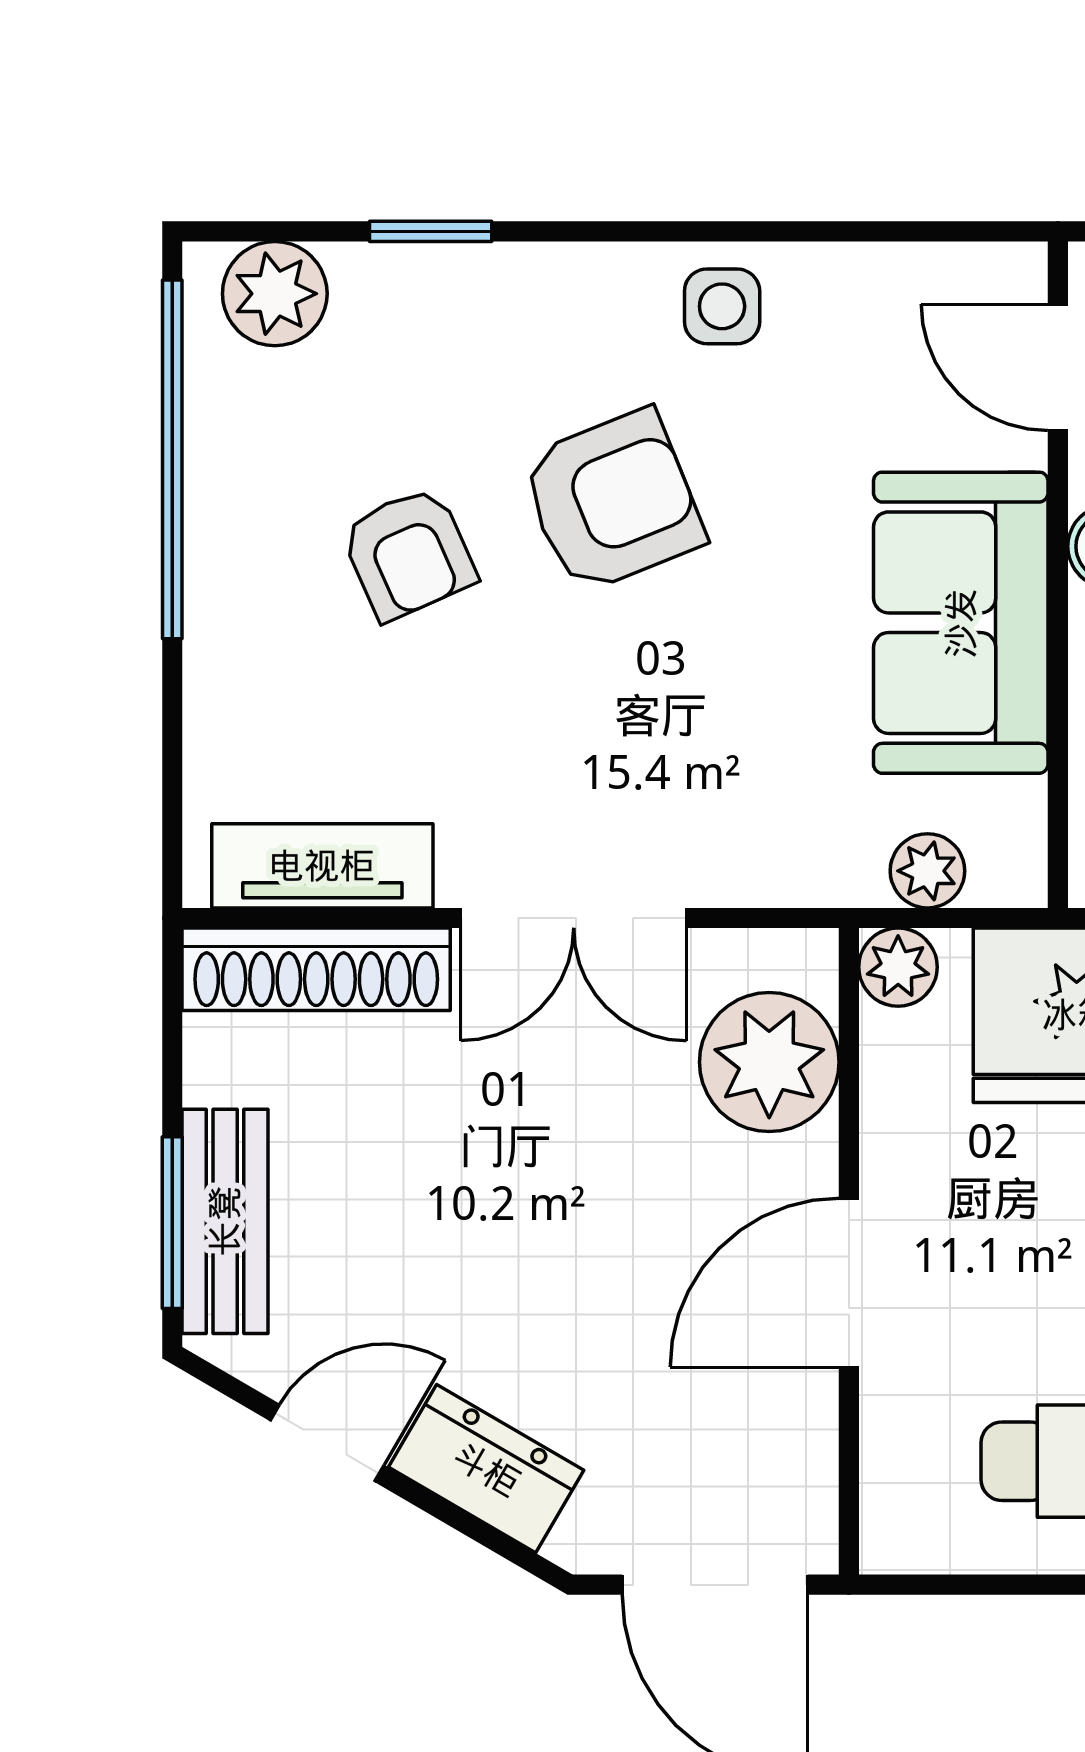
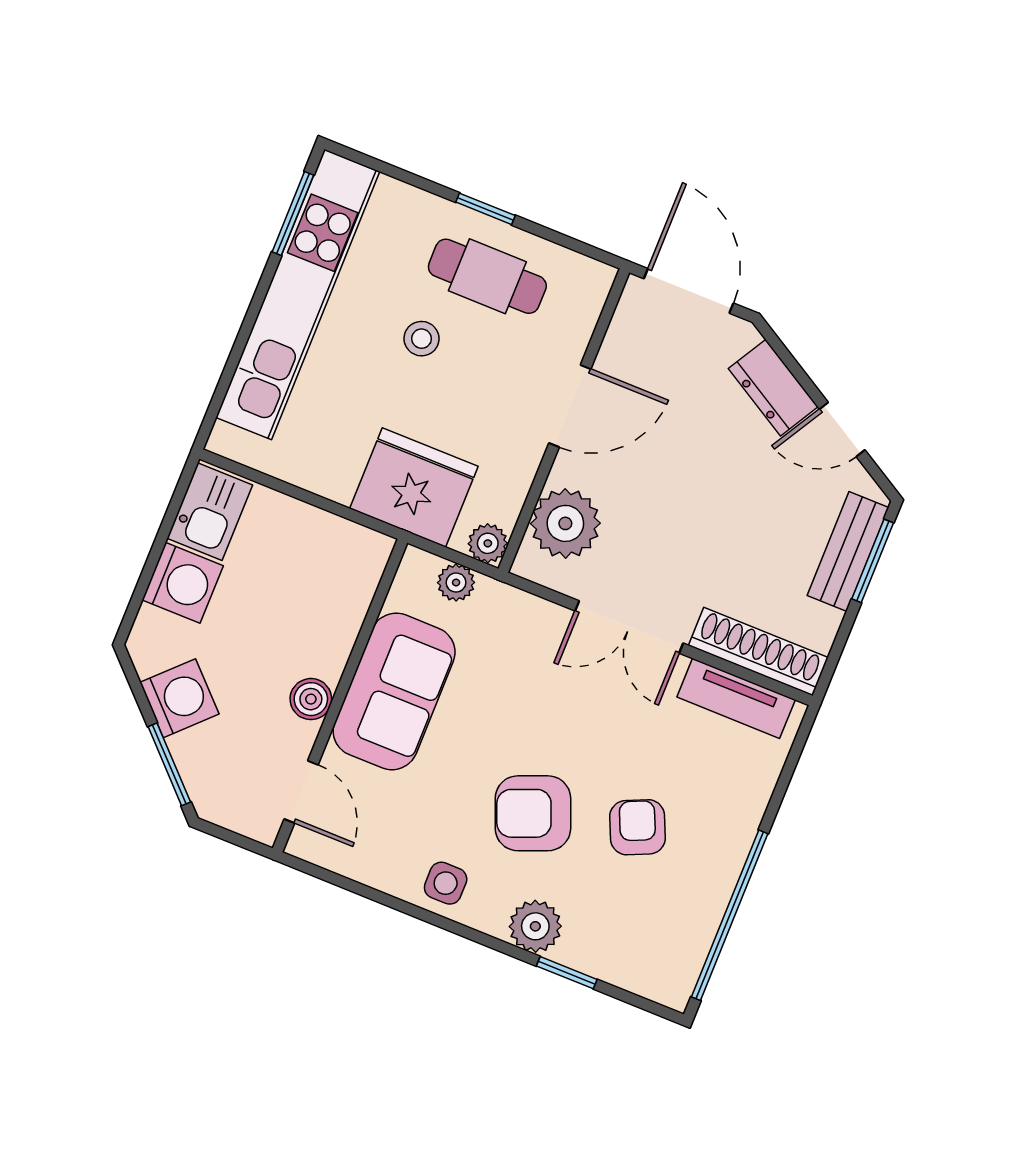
plant: (275, 294) -> (535, 926), moved
double door: (574, 918) -> (629, 627), swing flipped

